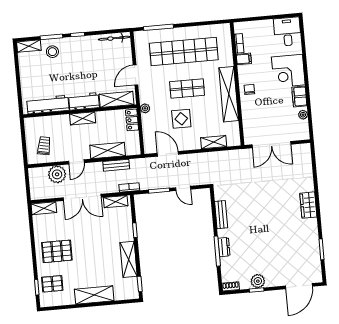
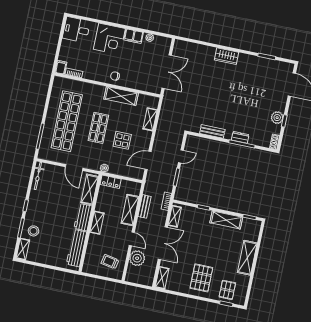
filing cabinet: (244, 59) -> (61, 67), moved
shelving: (229, 94) -> (121, 96), width x0.68

